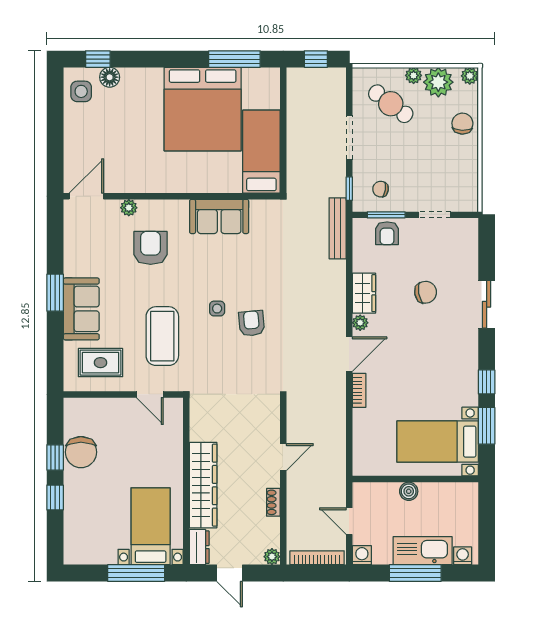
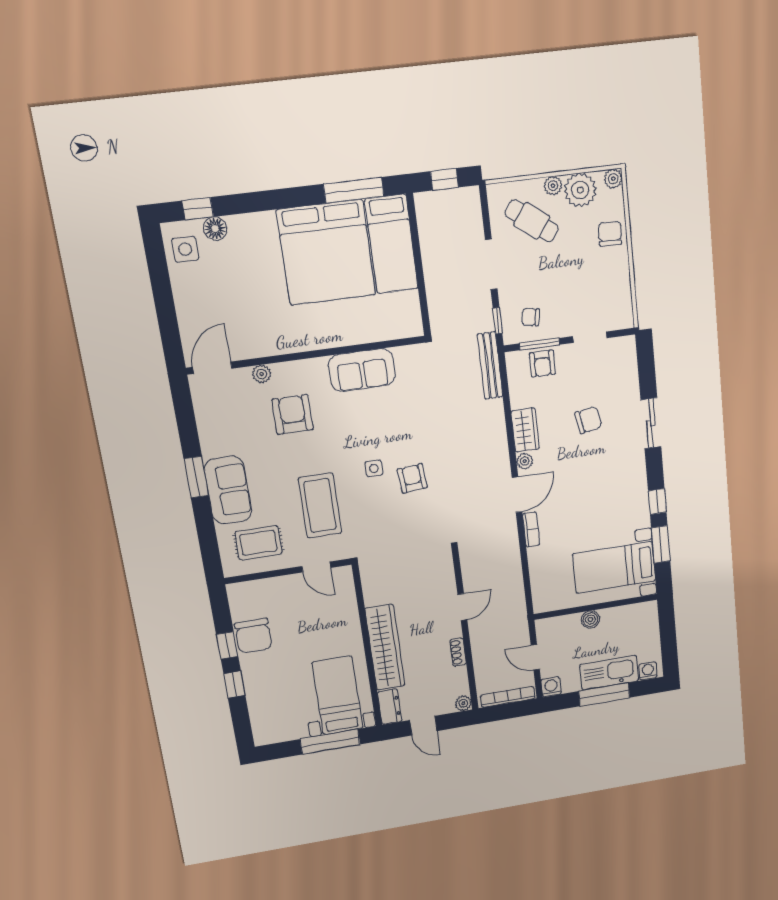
bed: (261, 152) -> (392, 244), moved, turned 180

